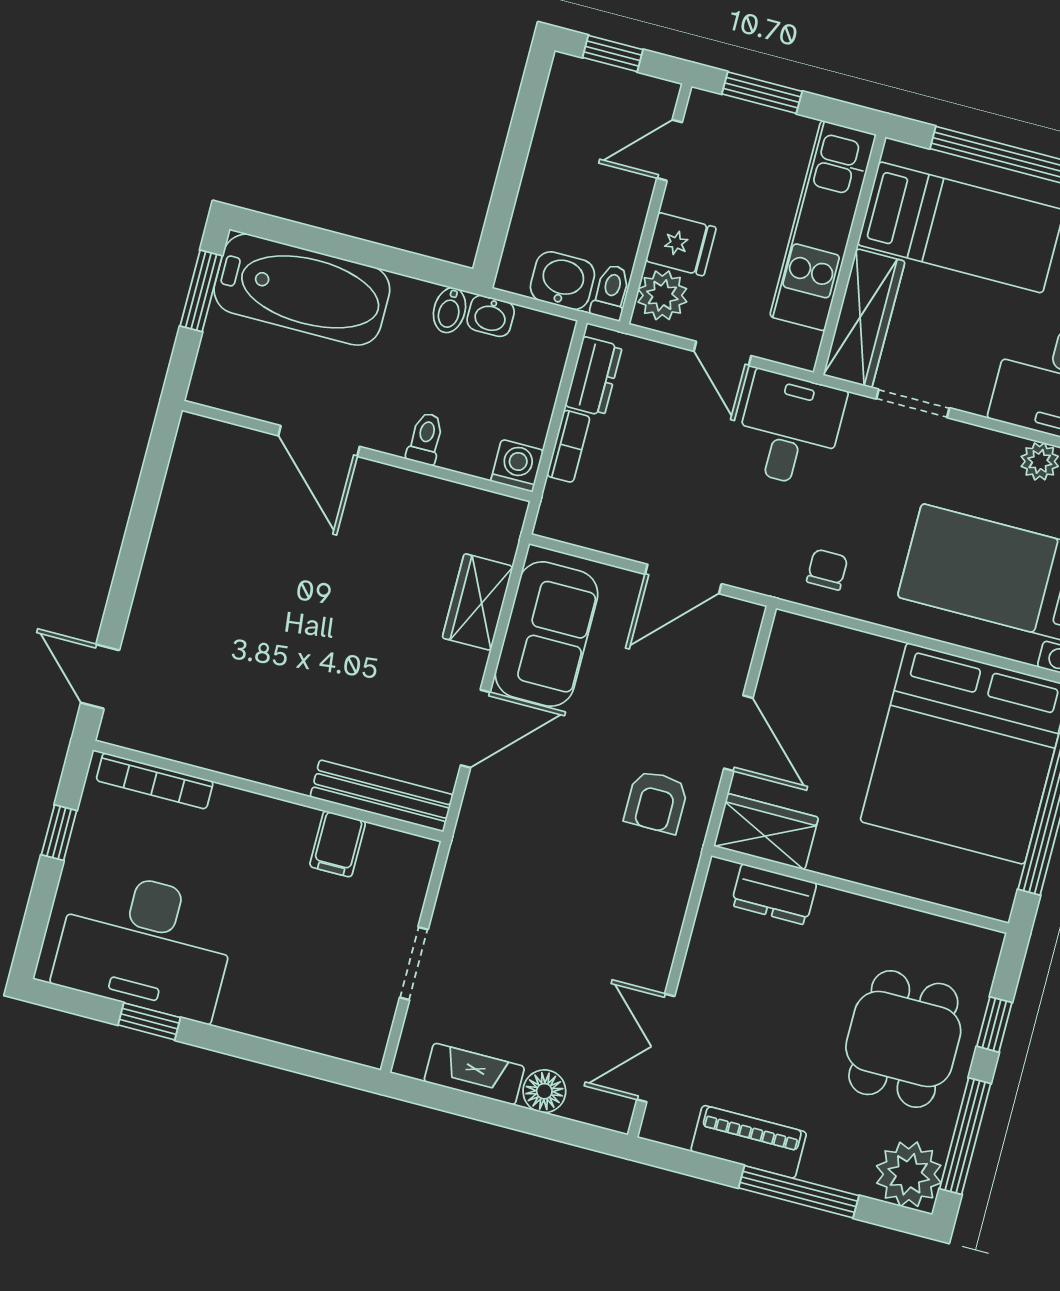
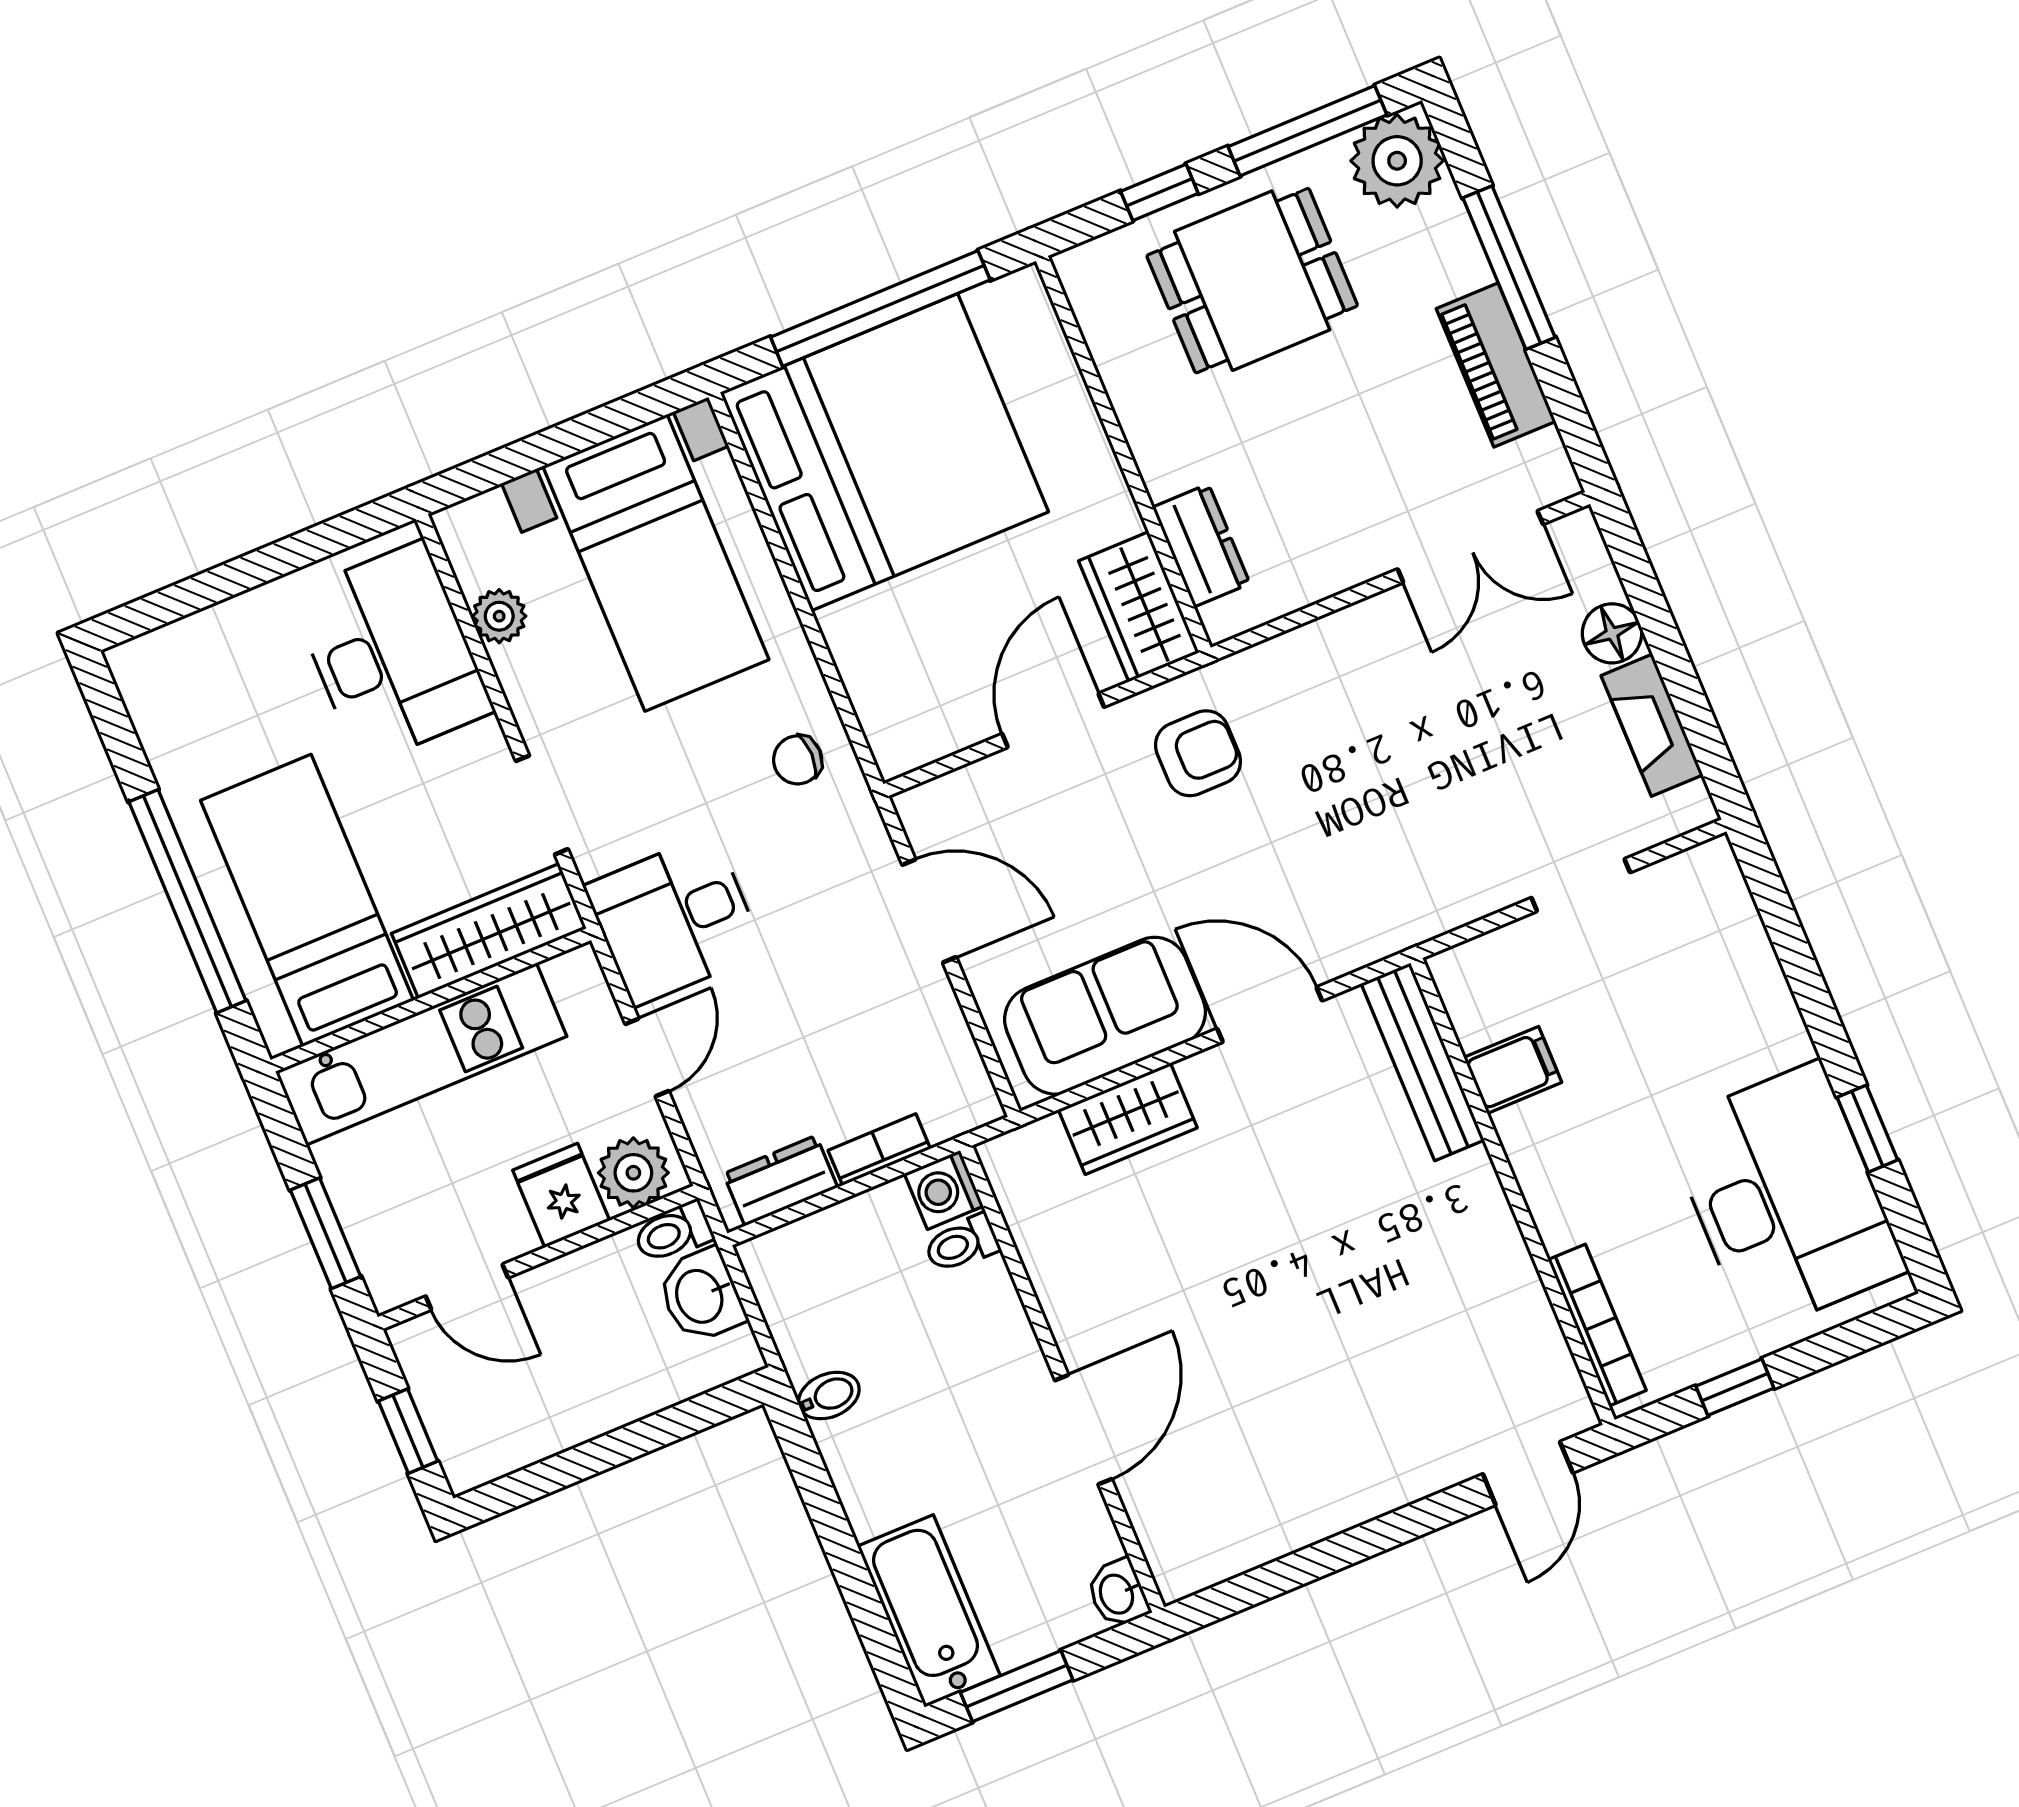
bathtub: (302, 290) -> (929, 1611), width x0.73, depth x0.73
washbasin: (491, 316) -> (1118, 1594), moved, turned 180
toilet: (425, 439) -> (962, 1244), moved

